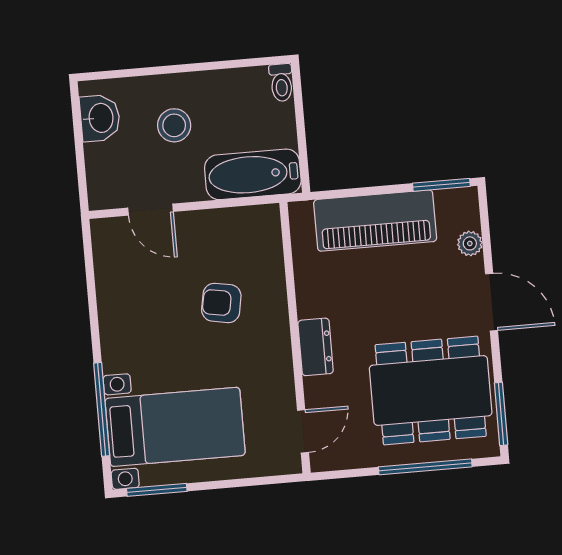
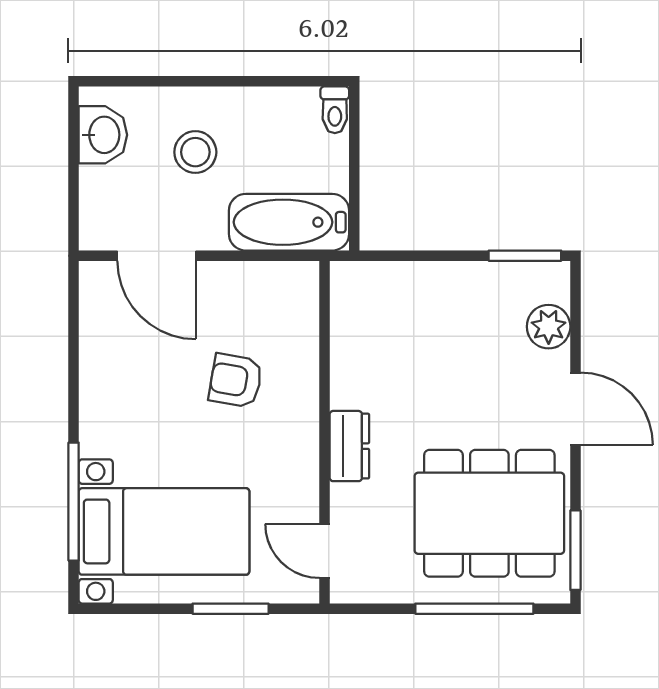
door: (151, 210) -> (157, 256), width x1.38
piano: (375, 221) -> (438, 294), removed
plant: (470, 243) -> (549, 327), width x1.38, depth x1.38
door: (303, 431) -> (324, 551), swing flipped
window: (157, 490) -> (231, 609), moved

